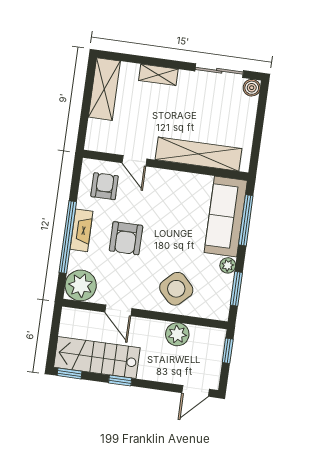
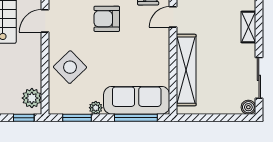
plant: (177, 334) -> (32, 98), moved

